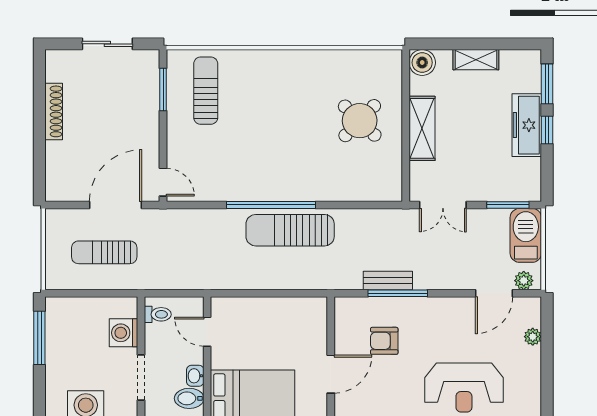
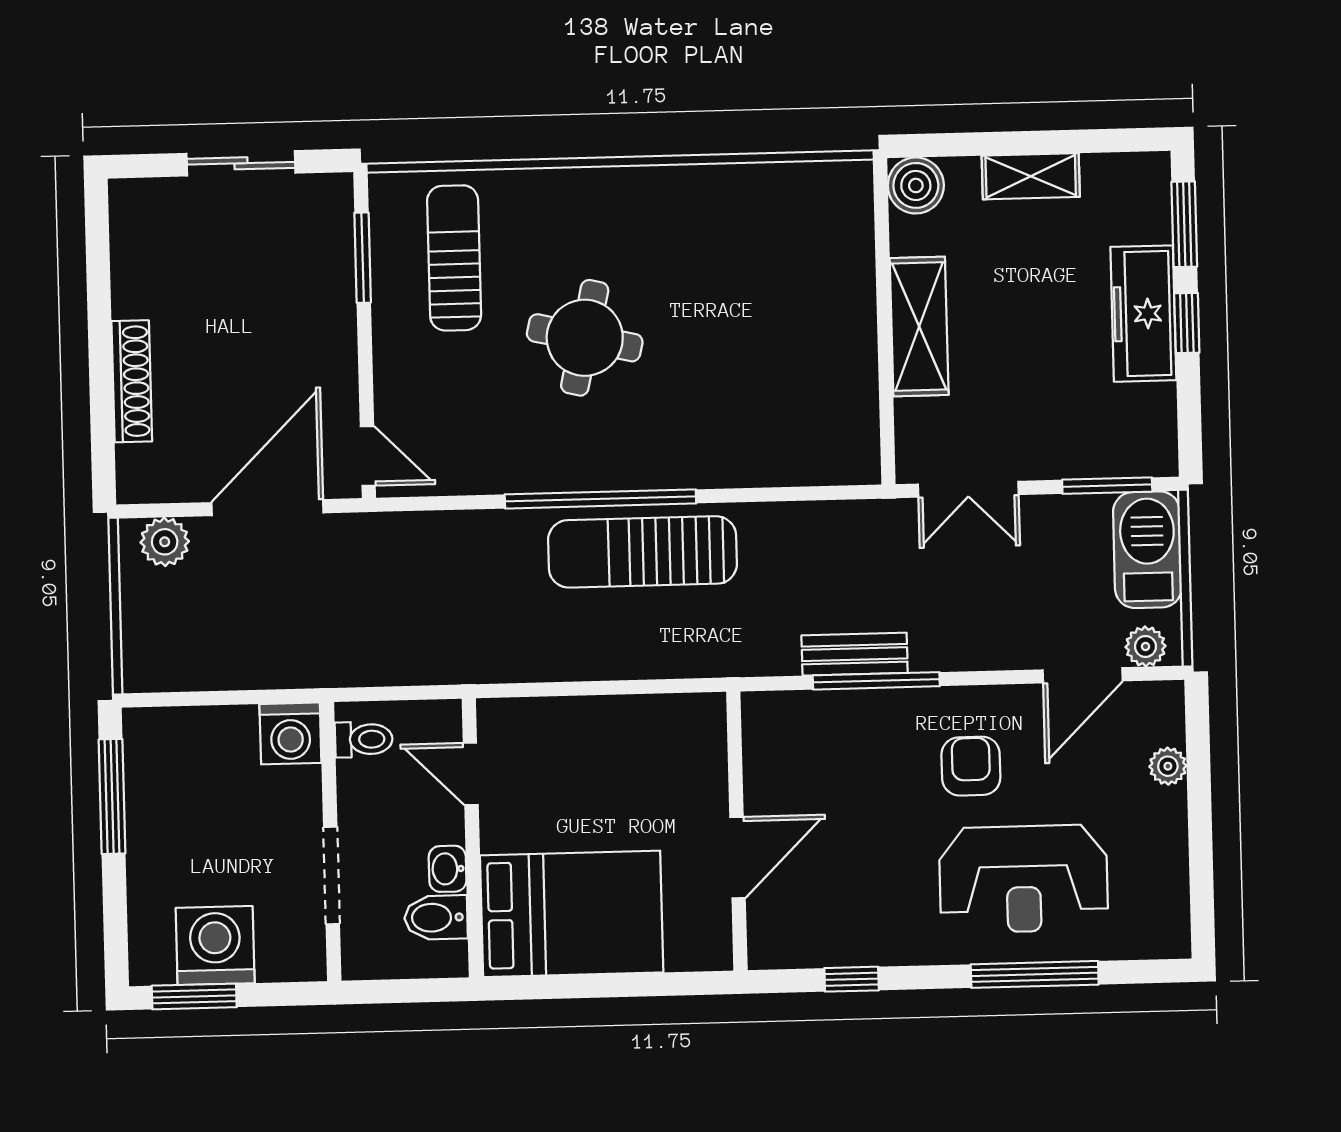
shoe rack: (54, 111) -> (132, 381), moved
round table: (360, 121) -> (585, 338), moved, turned -31
plant: (67, 220) -> (165, 542), added
sun lounger: (104, 252) -> (246, 610), removed
washing machine: (124, 333) -> (290, 733), moved, turned -90
armchair: (384, 341) -> (971, 766), moved, turned 90

